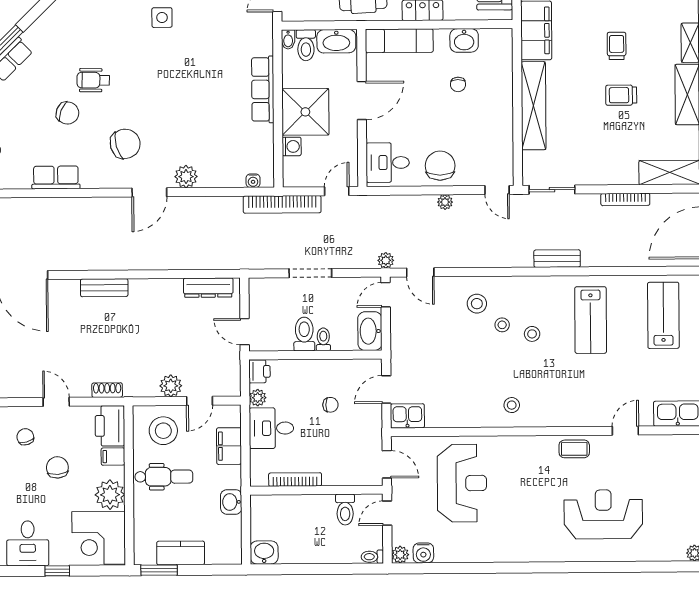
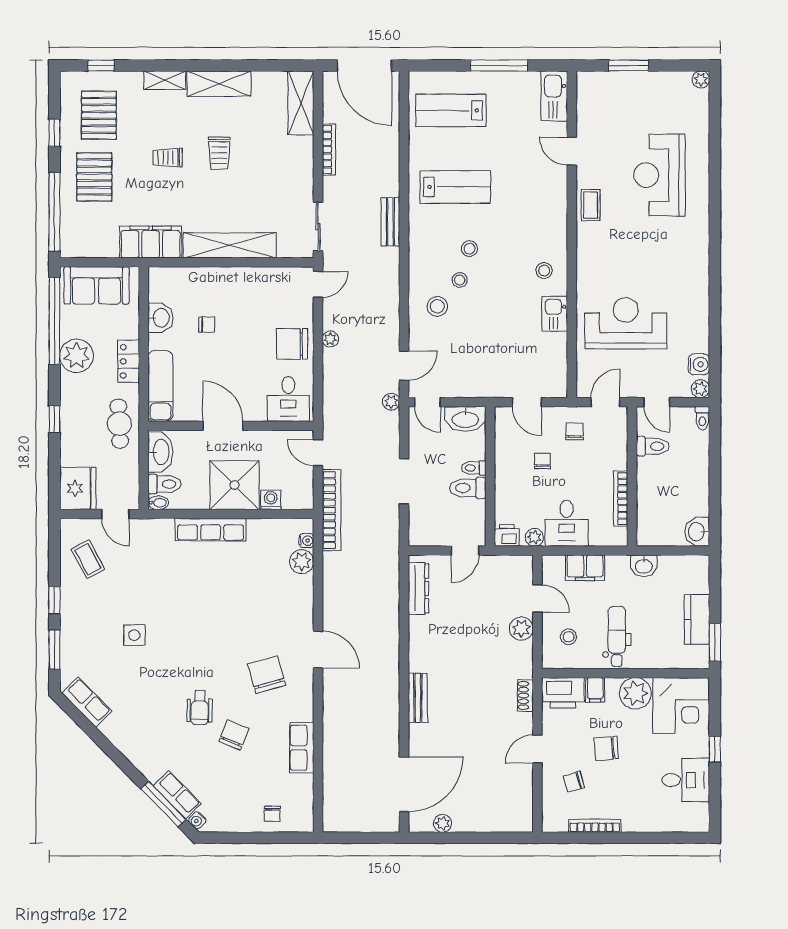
plant: (186, 177) -> (302, 562), moved
kitchen sink: (407, 416) -> (555, 314), moved
stool: (163, 431) -> (568, 637), width x0.53, depth x0.53
chair: (359, 435) -> (575, 431), added

